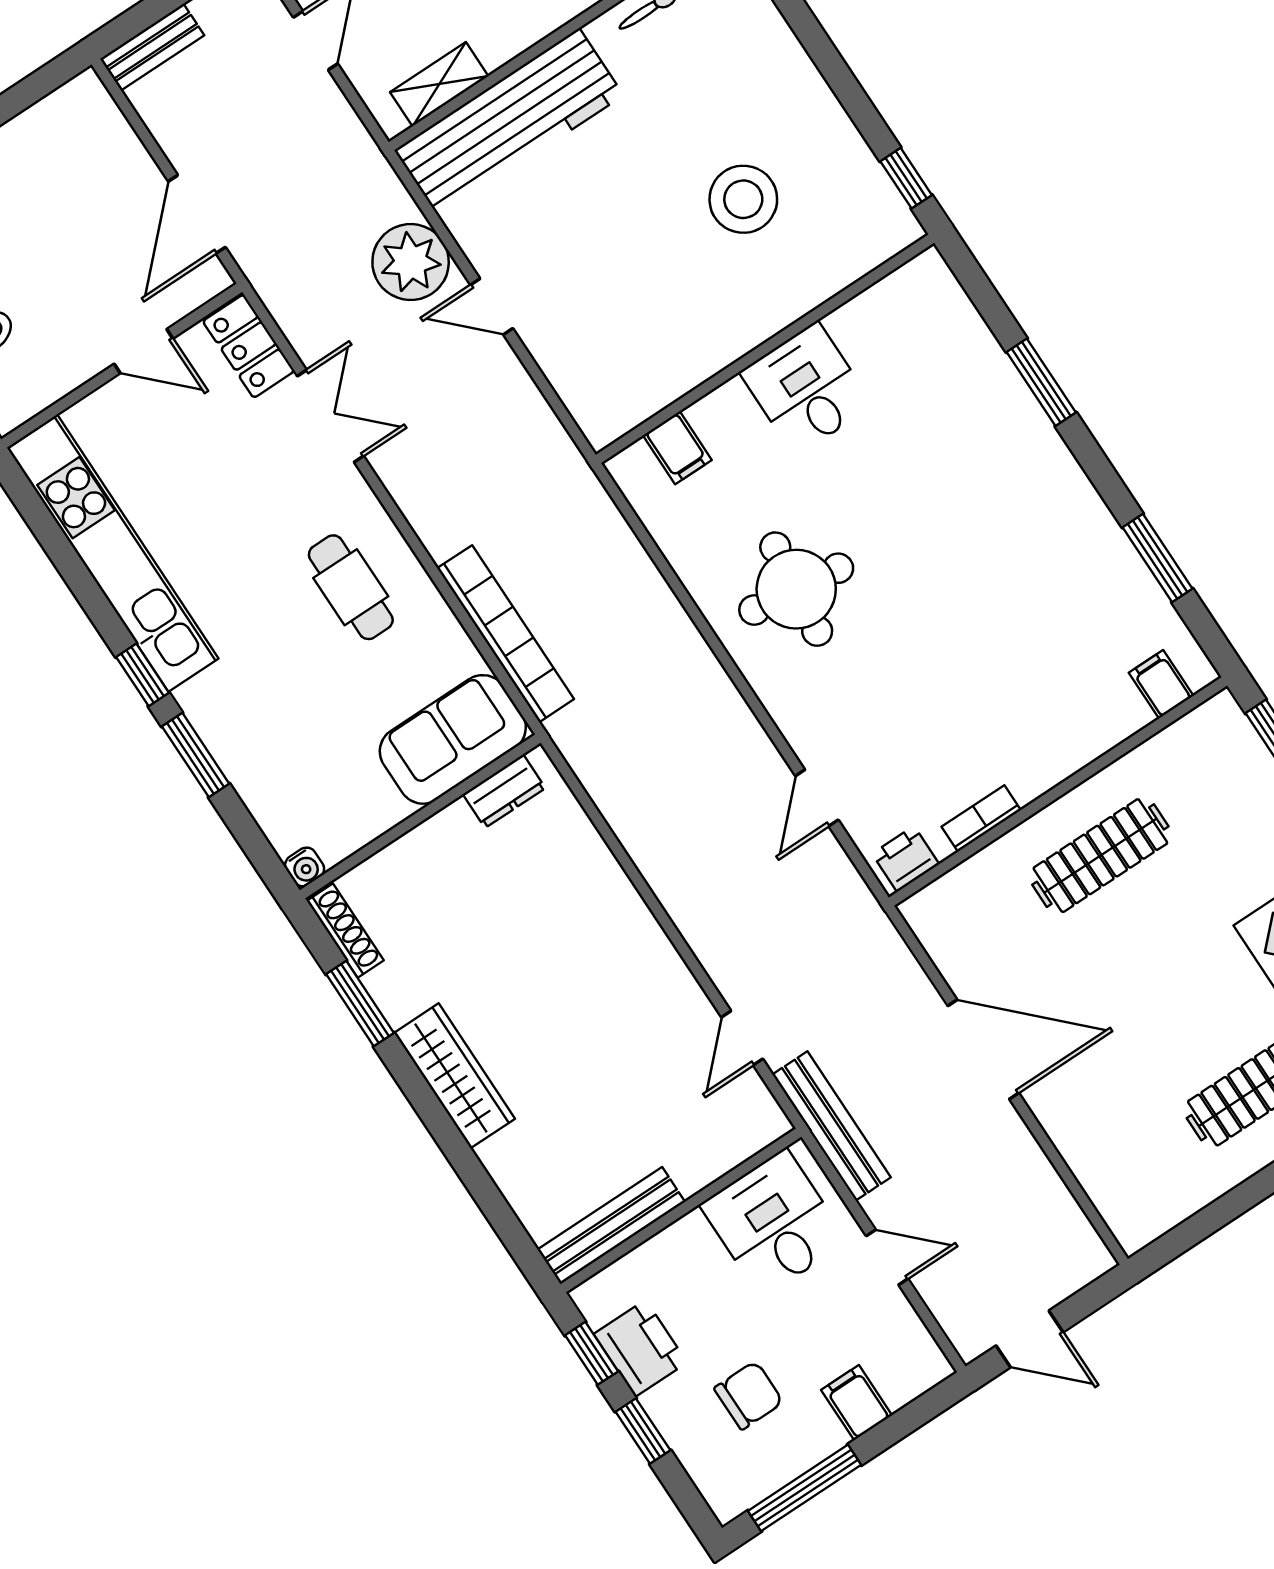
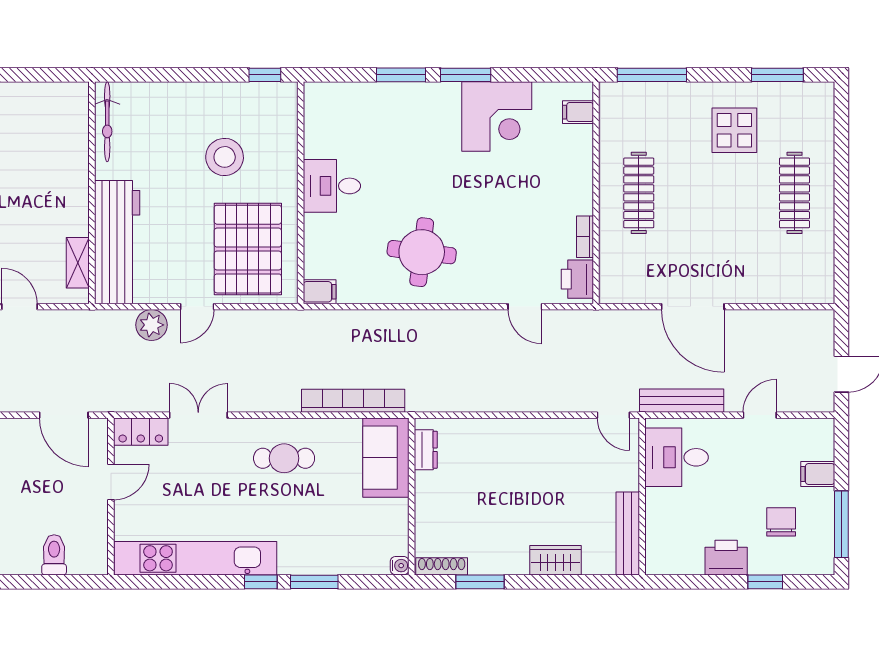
plant: (411, 262) -> (151, 325), width x0.73, depth x0.73
pallet: (628, 325) -> (248, 249), added
filing cabinet: (677, 448) -> (320, 292), moved
window: (1158, 558) -> (466, 75), moved
corner desk: (1074, 567) -> (497, 117), added
printer: (906, 859) -> (577, 279), width x1.36, depth x1.24
door: (983, 1049) -> (693, 307), swing flipped
wardrobe: (455, 1076) -> (555, 560), width x0.67
wall: (681, 1210) -> (642, 496), moved
desk: (774, 1223) -> (676, 457), moved
bench: (611, 1226) -> (628, 533), moved
window: (592, 1353) -> (713, 582), removed

